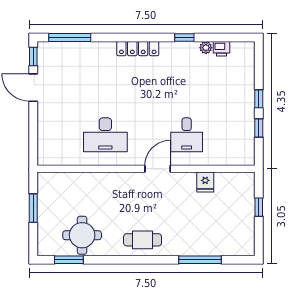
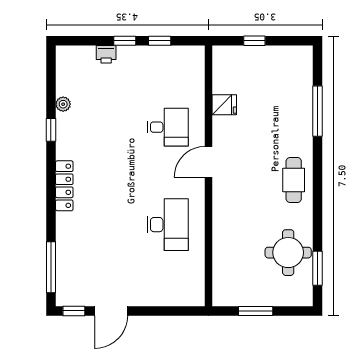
printer: (221, 49) -> (106, 54), moved, turned 90
door: (158, 169) -> (208, 162), hinge flipped

